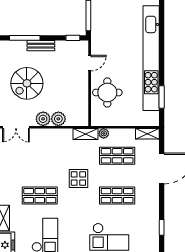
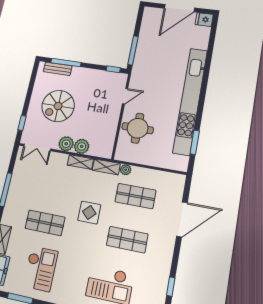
bench: (41, 46) -> (58, 69), moved
shelving: (147, 134) -> (80, 162), moved

